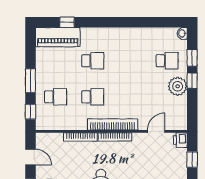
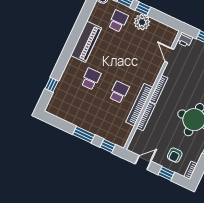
piano: (58, 37) -> (86, 42), moved
school desk: (56, 97) -> (105, 121), removed
bookcase: (113, 124) -> (139, 105), moved

